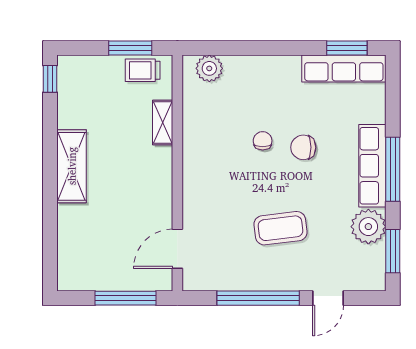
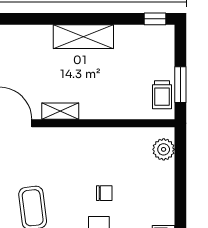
trolley: (143, 70) -> (162, 95), turned 180
shelving: (163, 123) -> (60, 111), moved

